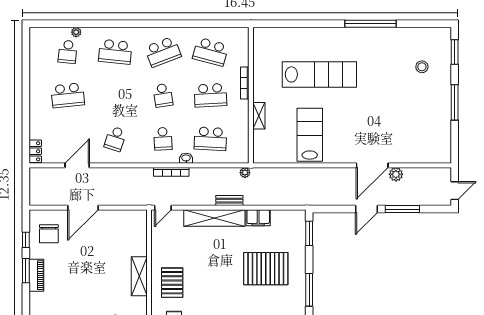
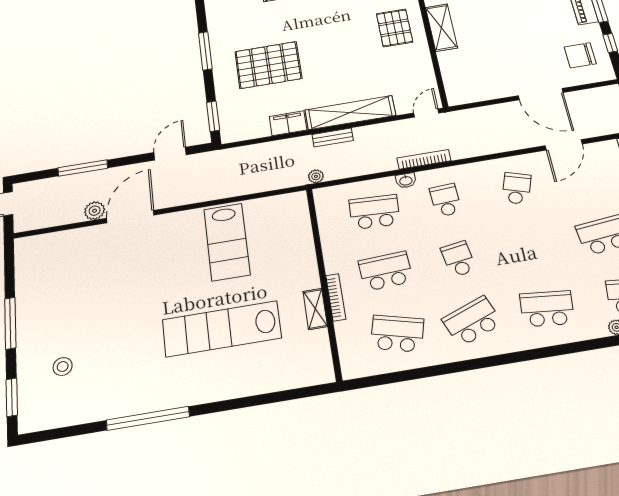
shelving: (259, 116) -> (315, 309), moved
door: (83, 208) -> (541, 94), swing flipped
door: (367, 209) -> (170, 154), moved
chair: (49, 234) -> (580, 55), turned -90

